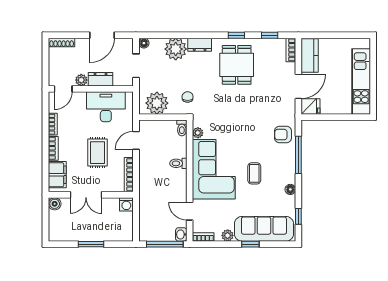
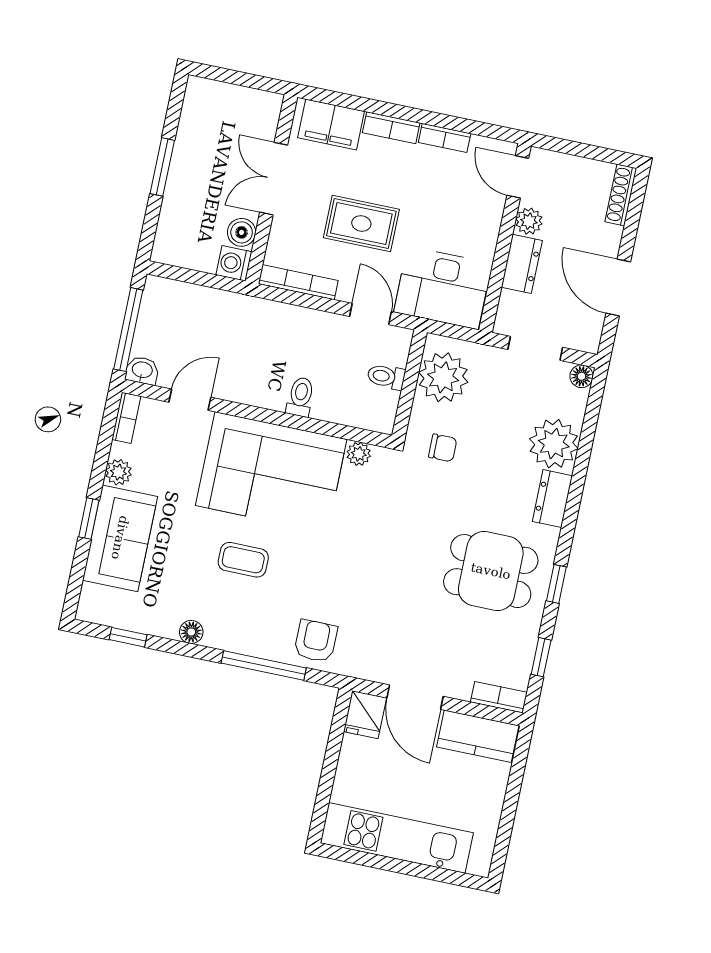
desk: (106, 107) -> (443, 288), moved, turned 90
toilet: (182, 128) -> (386, 377), moved
boiler: (55, 204) -> (242, 232), moved
sofa: (264, 229) -> (120, 538), width x0.73

